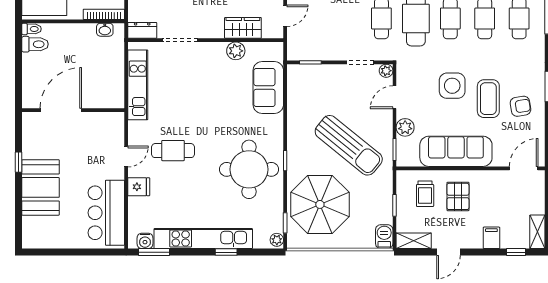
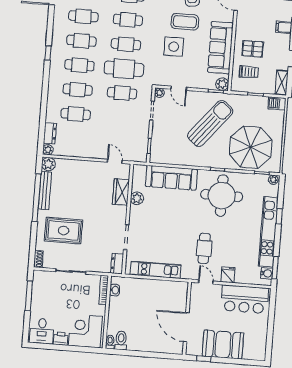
sofa: (268, 87) -> (171, 178), width x1.36
door: (61, 110) -> (186, 327), moved
wall: (73, 110) -> (187, 318), moved
plant: (405, 127) -> (222, 84), moved

